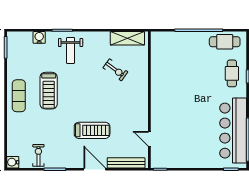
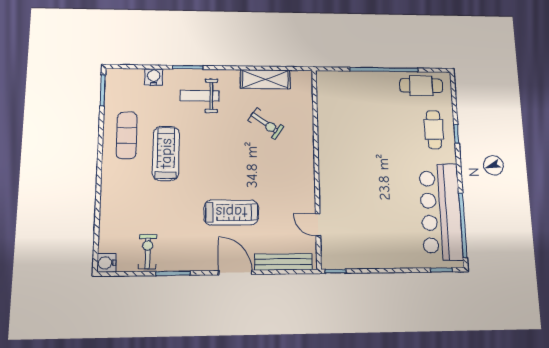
shelving: (127, 38) -> (265, 79), moved
weight bench: (71, 50) -> (200, 96), turned 90
treadmill: (49, 91) -> (166, 153), turned 180
exercise mat: (19, 96) -> (127, 135), moved

